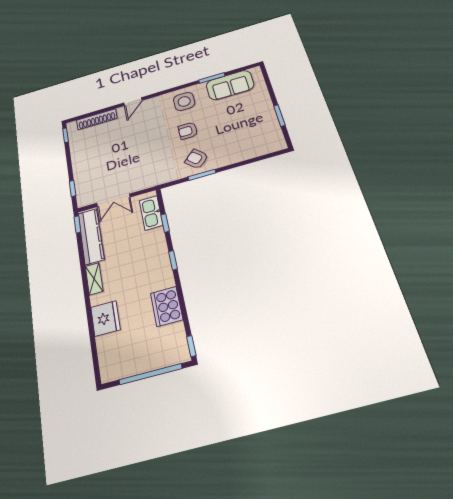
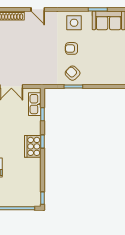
door: (133, 102) -> (38, 9), hinge flipped
cooker: (167, 306) -> (33, 146), moved

